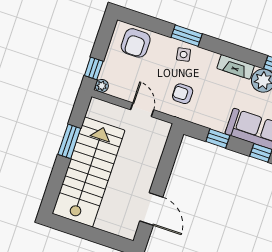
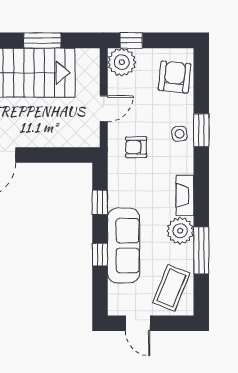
armchair: (136, 43) -> (175, 77), turned 96
plant: (102, 86) -> (122, 62), width x1.87, depth x1.87
armchair: (183, 94) -> (136, 147), turned -90

